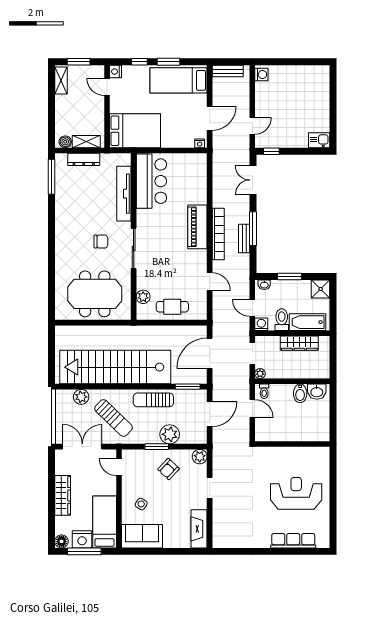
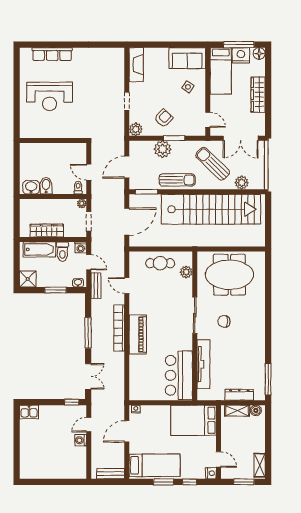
washing machine: (261, 74) -> (81, 440), moved
bench: (244, 239) -> (96, 286), moved

